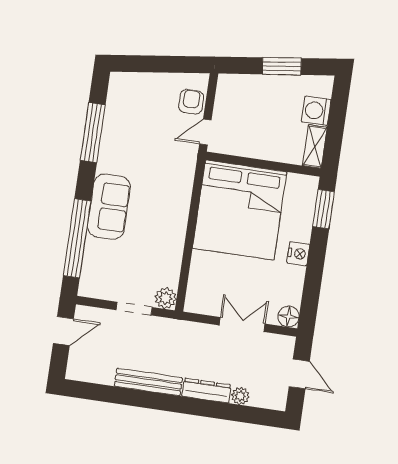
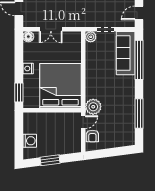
shelving: (315, 147) -> (28, 123), removed
plant: (181, 159) -> (93, 107), added
sofa: (109, 207) -> (126, 53), moved, width x1.36

